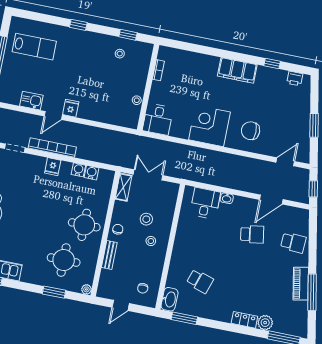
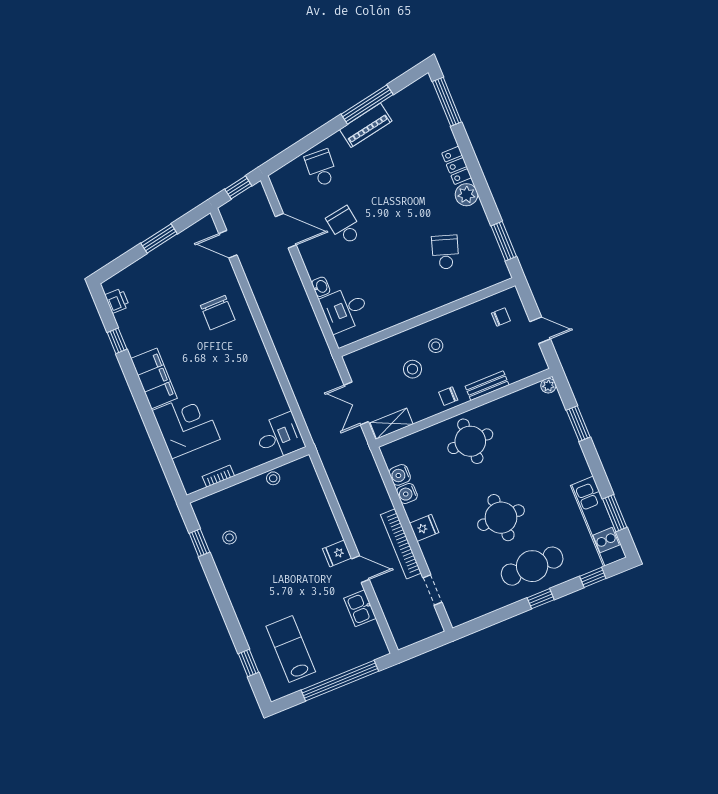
window: (78, 25) -> (249, 663), moved
corner desk: (209, 126) -> (186, 425), moved, turned 180
round table: (64, 260) -> (501, 518), moved
washbasin: (169, 299) -> (493, 275), removed
plant: (265, 323) -> (466, 195), moved

